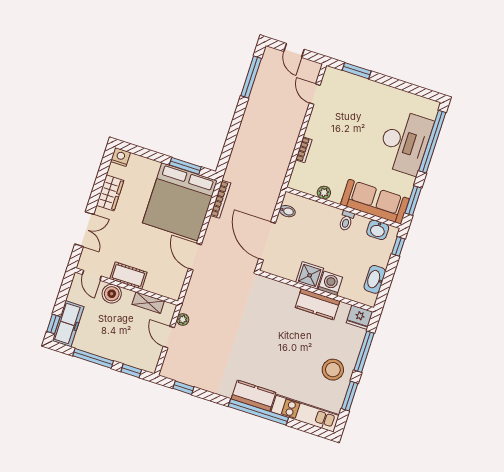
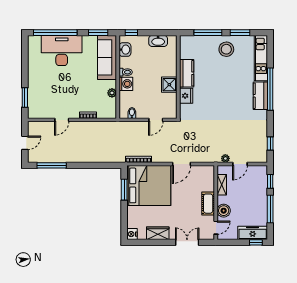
door: (315, 94) -> (62, 120), moved
door: (267, 241) -> (156, 120), width x0.53
washing machine: (330, 283) -> (126, 84), moved, turned 180
fridge: (360, 317) -> (186, 96), moved

